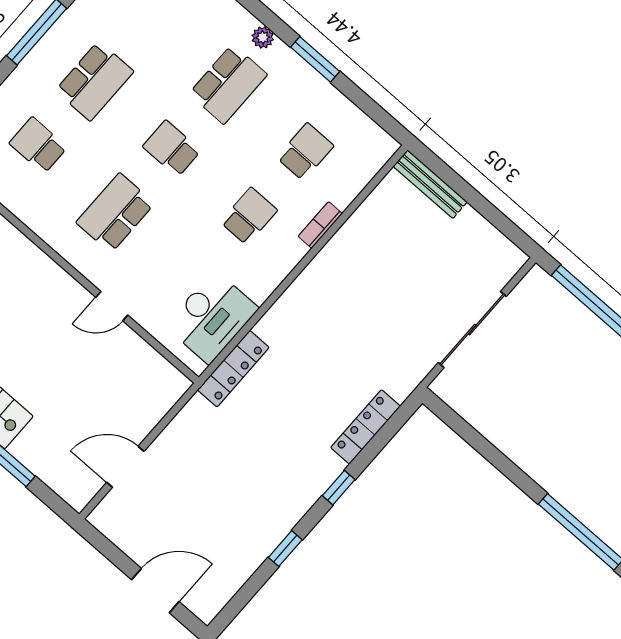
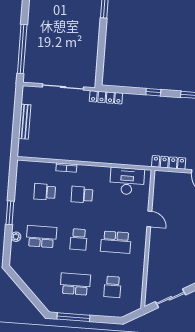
bench: (430, 184) -> (25, 122), moved
locker: (233, 369) -> (169, 162), moved
locker: (365, 427) -> (106, 97), moved

